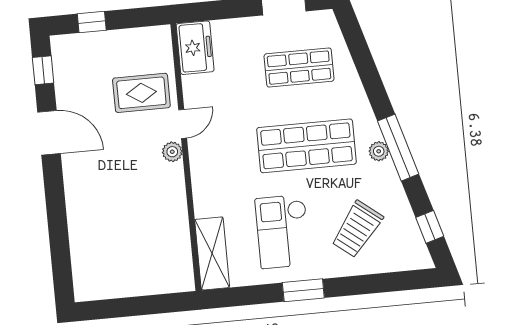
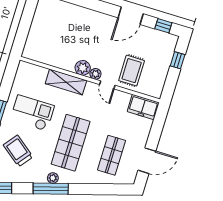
plant: (171, 178) -> (83, 68), added
shelving: (212, 253) -> (66, 82), moved

